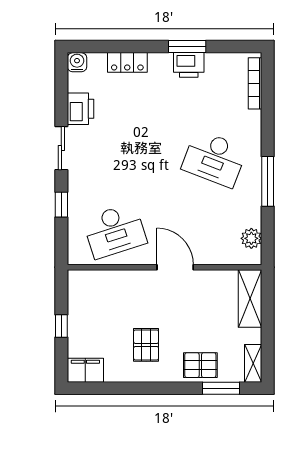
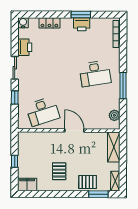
desk: (214, 159) -> (95, 74), turned -30

